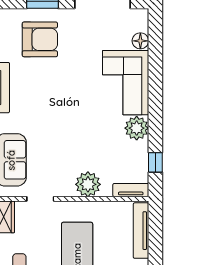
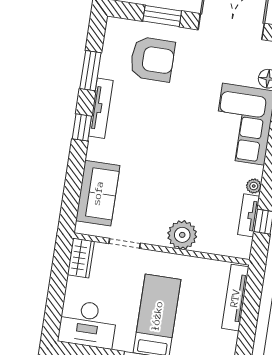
plant: (137, 128) -> (254, 186), width x0.53, depth x0.53
tv unit: (131, 190) -> (249, 215), moved, turned -90

